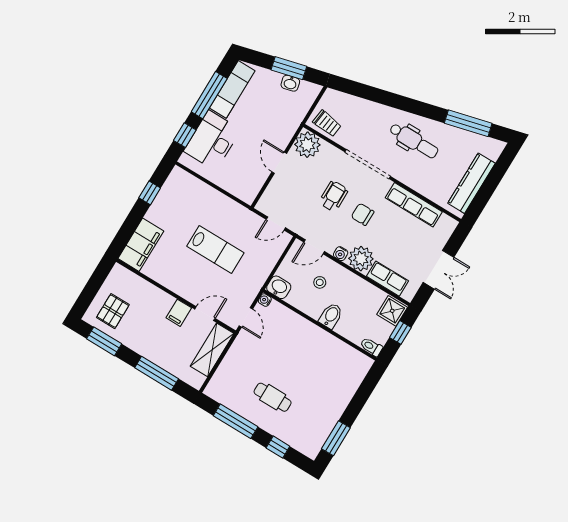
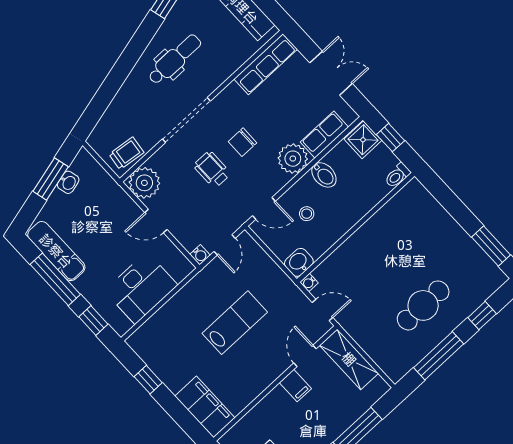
desk: (212, 140) -> (141, 288), moved, turned -90
row of seats: (414, 205) -> (266, 64), moved
door: (314, 247) -> (264, 208), hinge flipped
water cooler: (341, 254) -> (200, 255), moved
bidet: (331, 316) -> (324, 175), moved, turned 180
cafe table: (273, 397) -> (423, 305), width x1.37, depth x1.35

